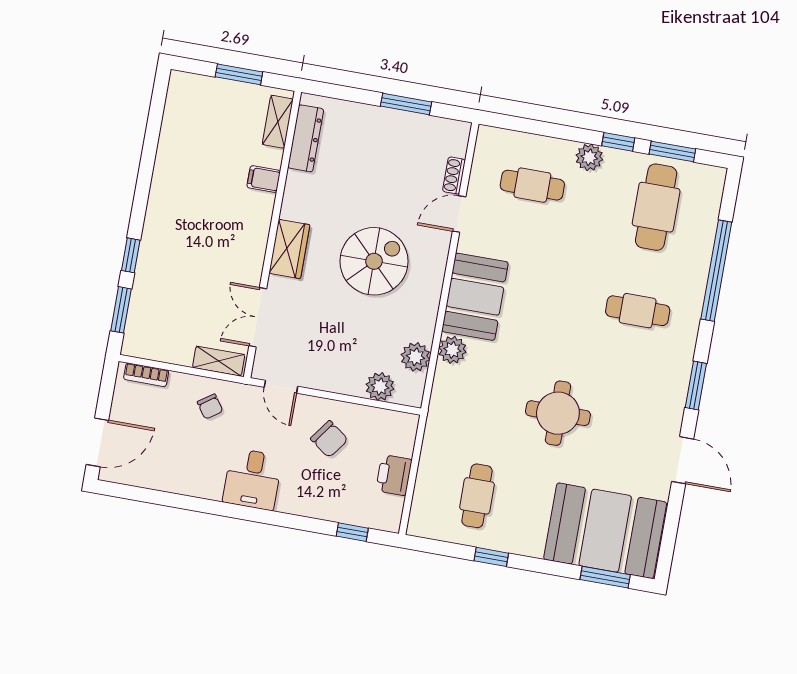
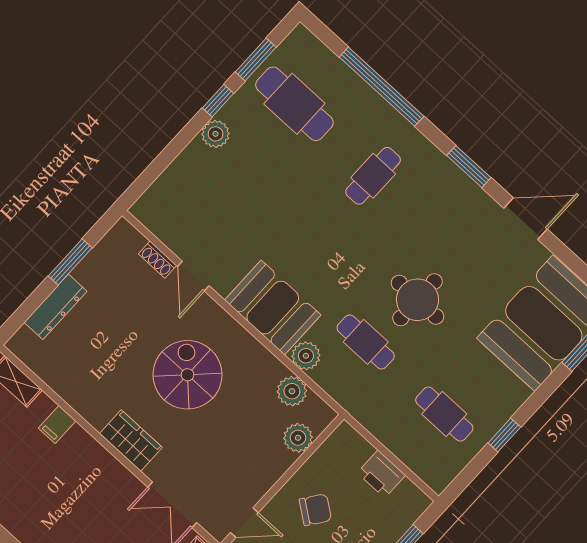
dresser: (306, 138) -> (56, 307), moved, turned 90
cafe table: (532, 185) -> (366, 342), moved, turned 90

